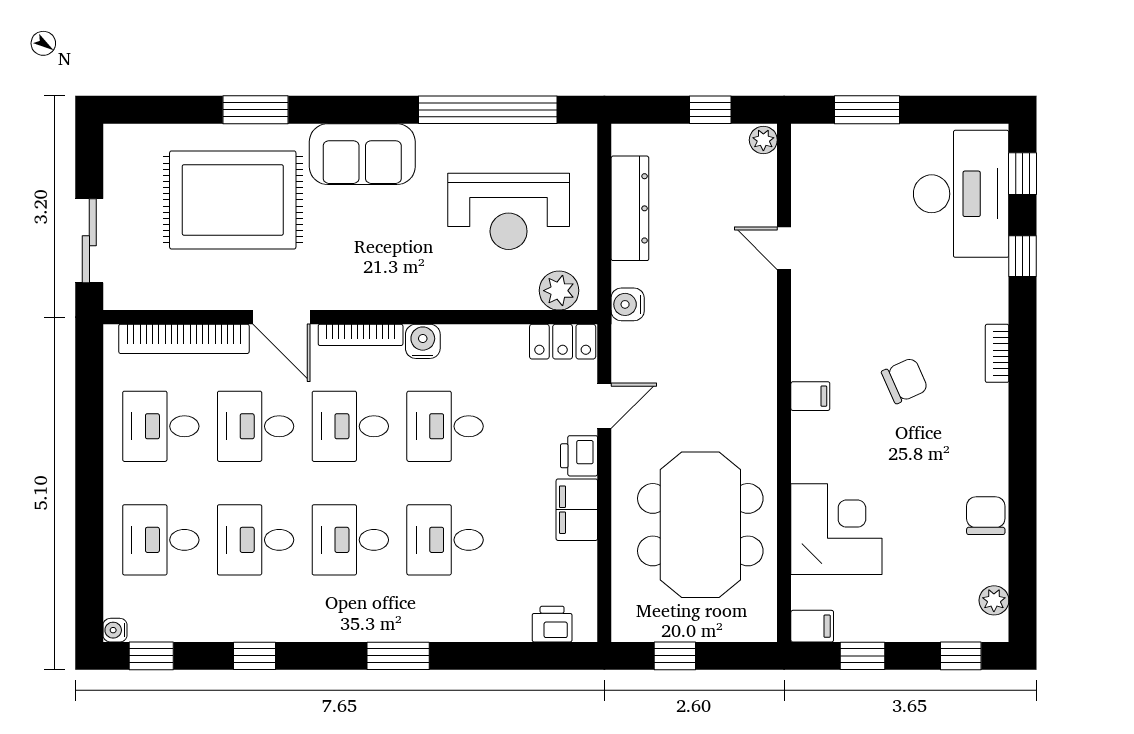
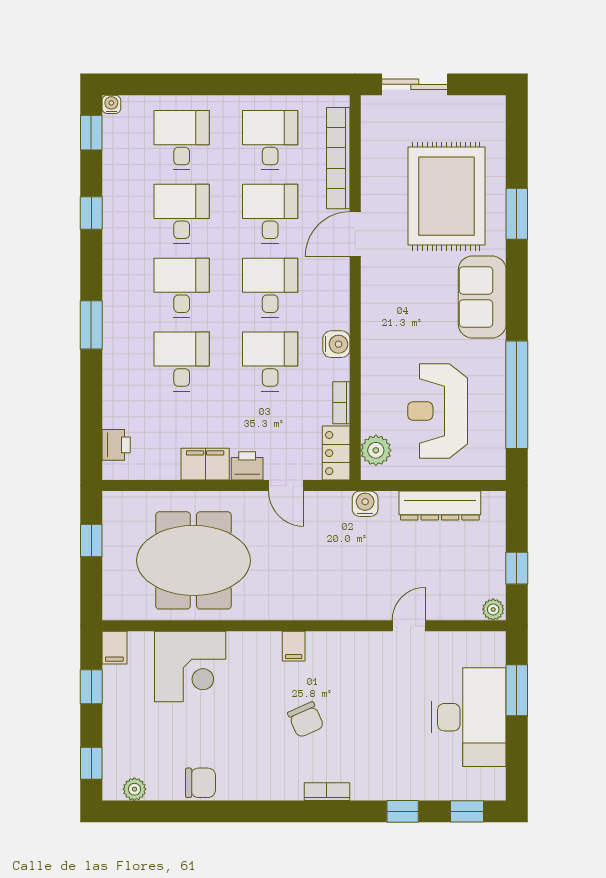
desk: (961, 194) -> (469, 717), moved, turned -90
bookcase: (361, 335) -> (341, 403), moved, width x0.64

